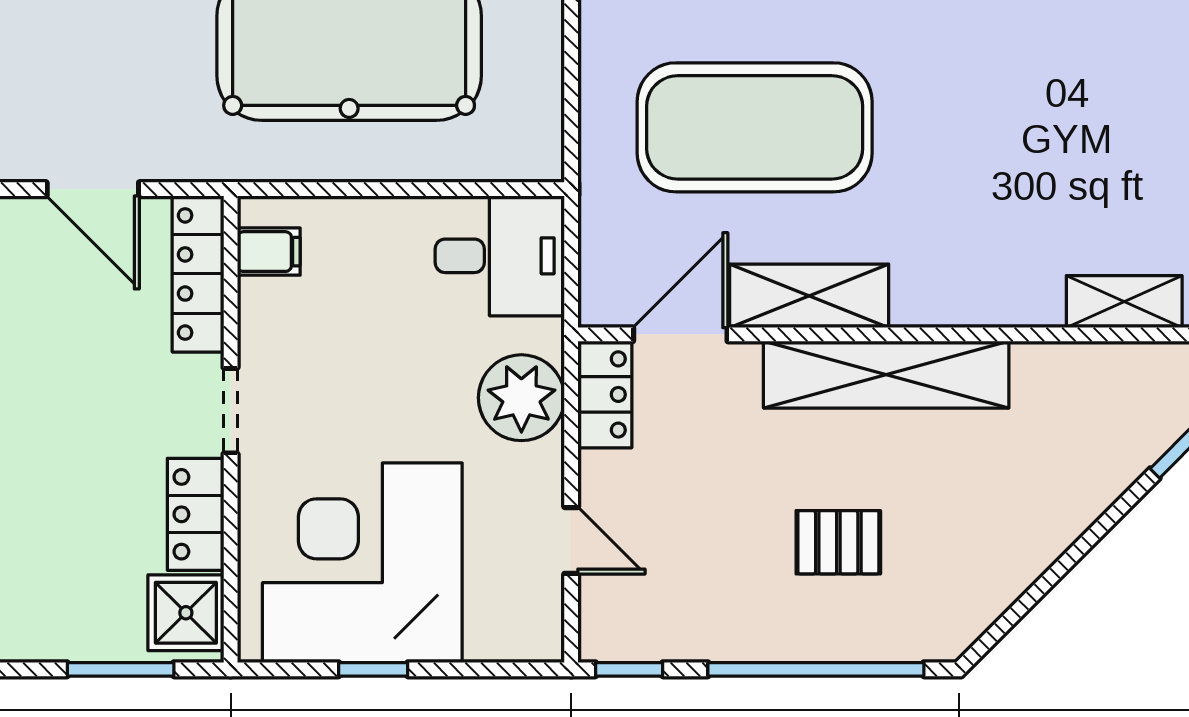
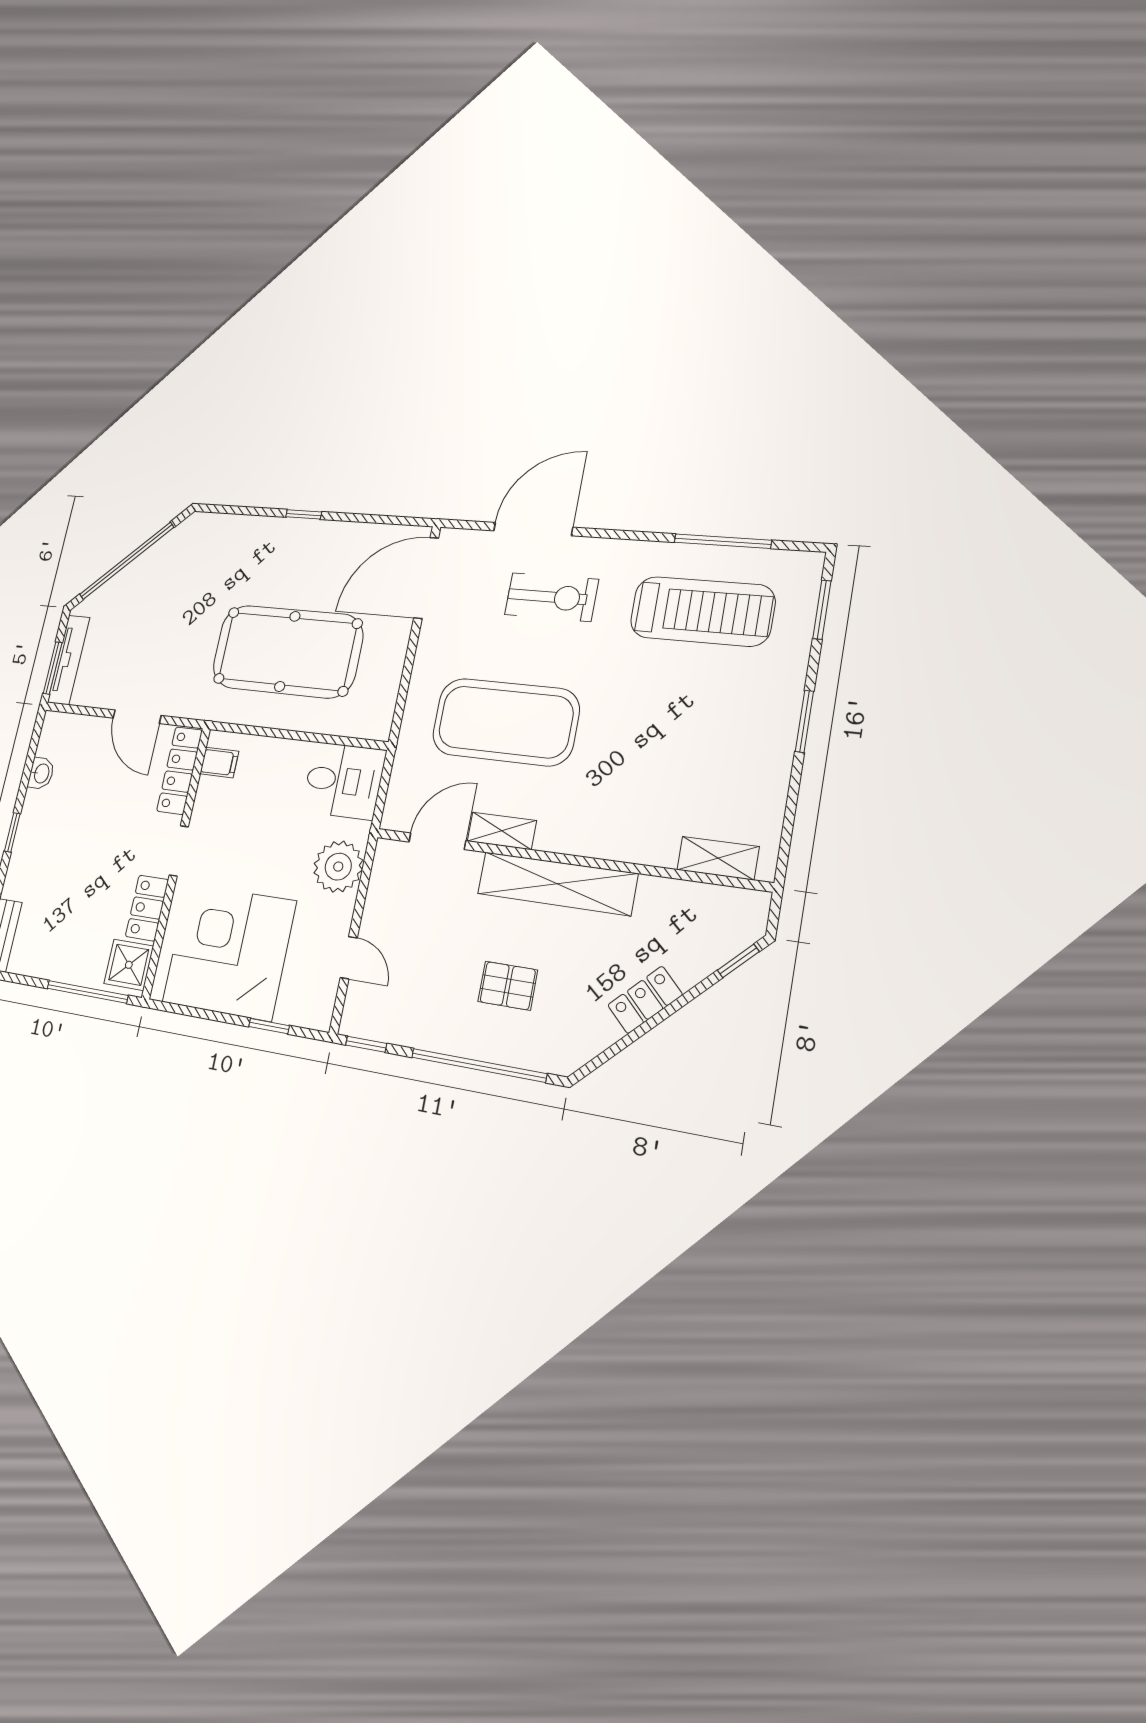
shelving: (809, 296) -> (502, 831), width x0.67, depth x0.75
locker: (605, 394) -> (645, 1000), moved, turned -135
window: (121, 669) -> (87, 992), width x1.44
window: (373, 669) -> (269, 1026), moved

